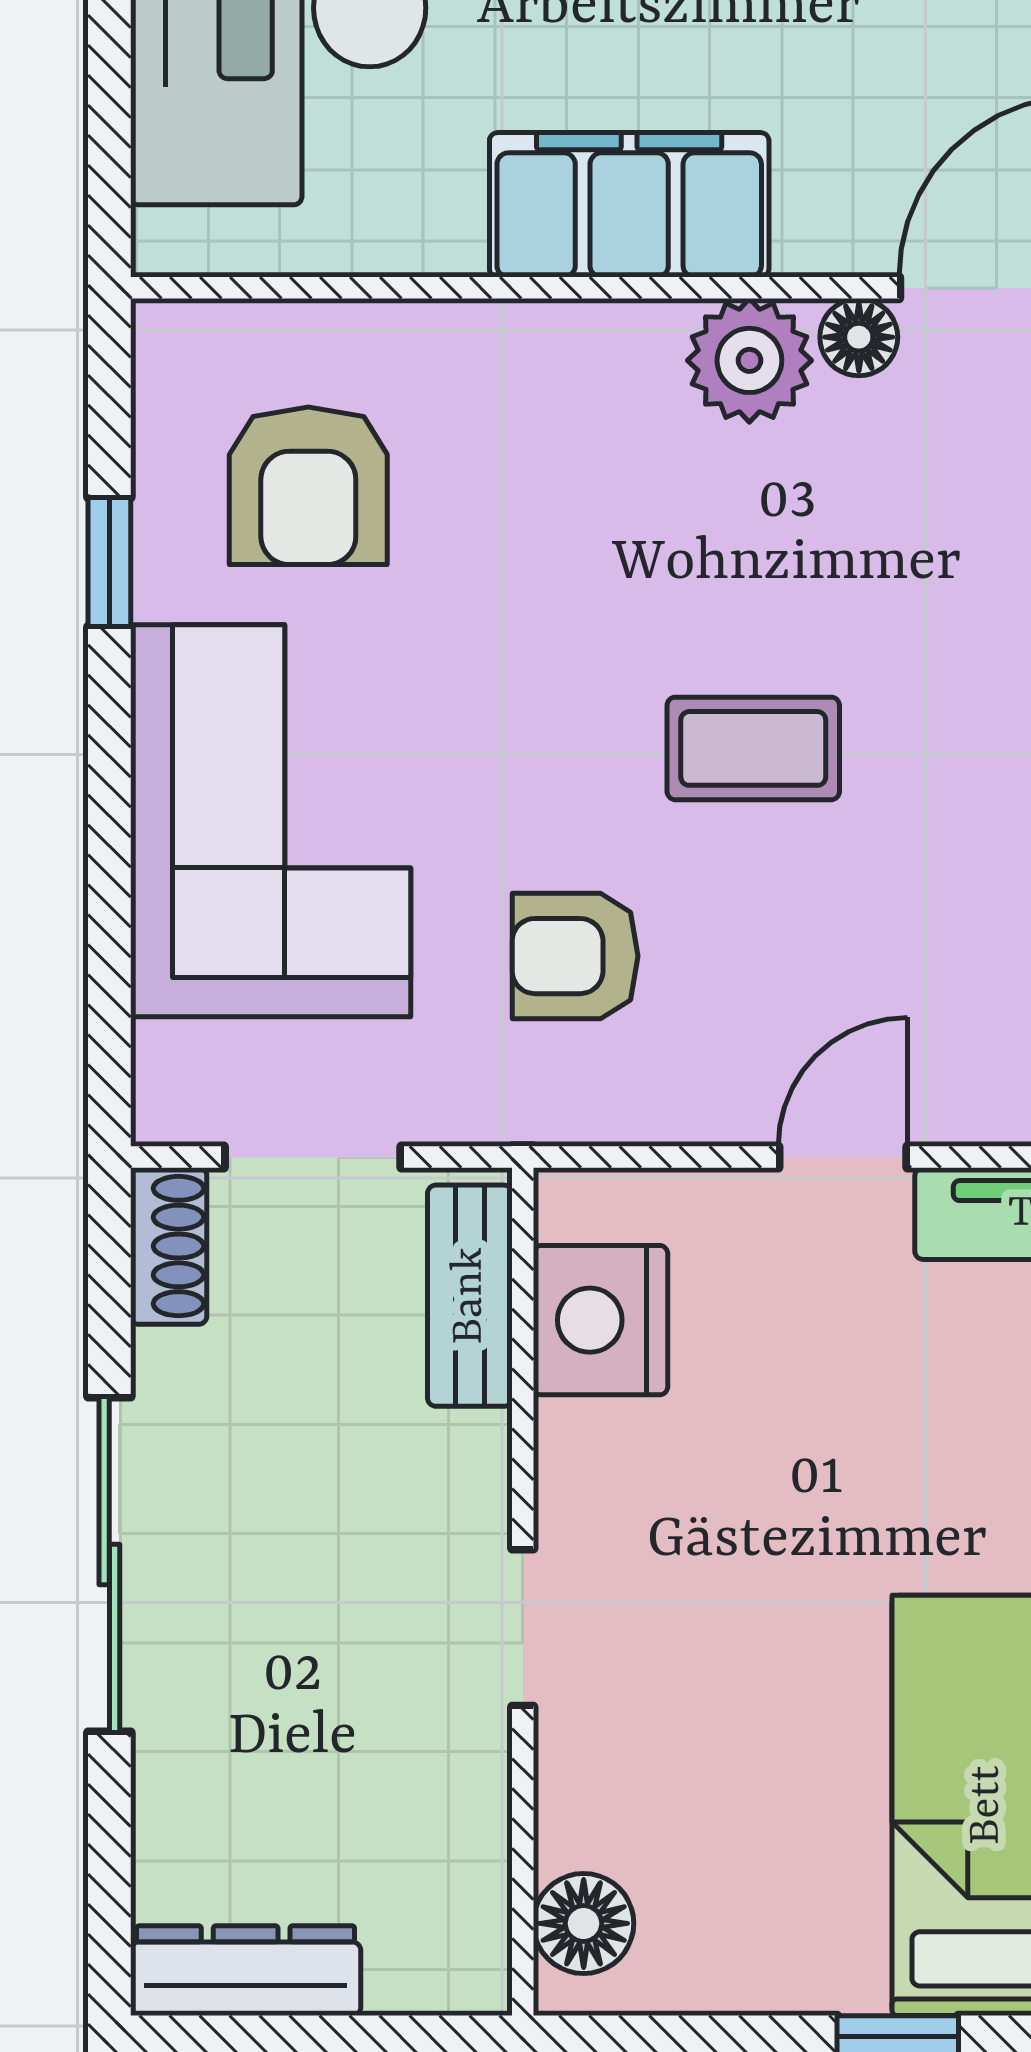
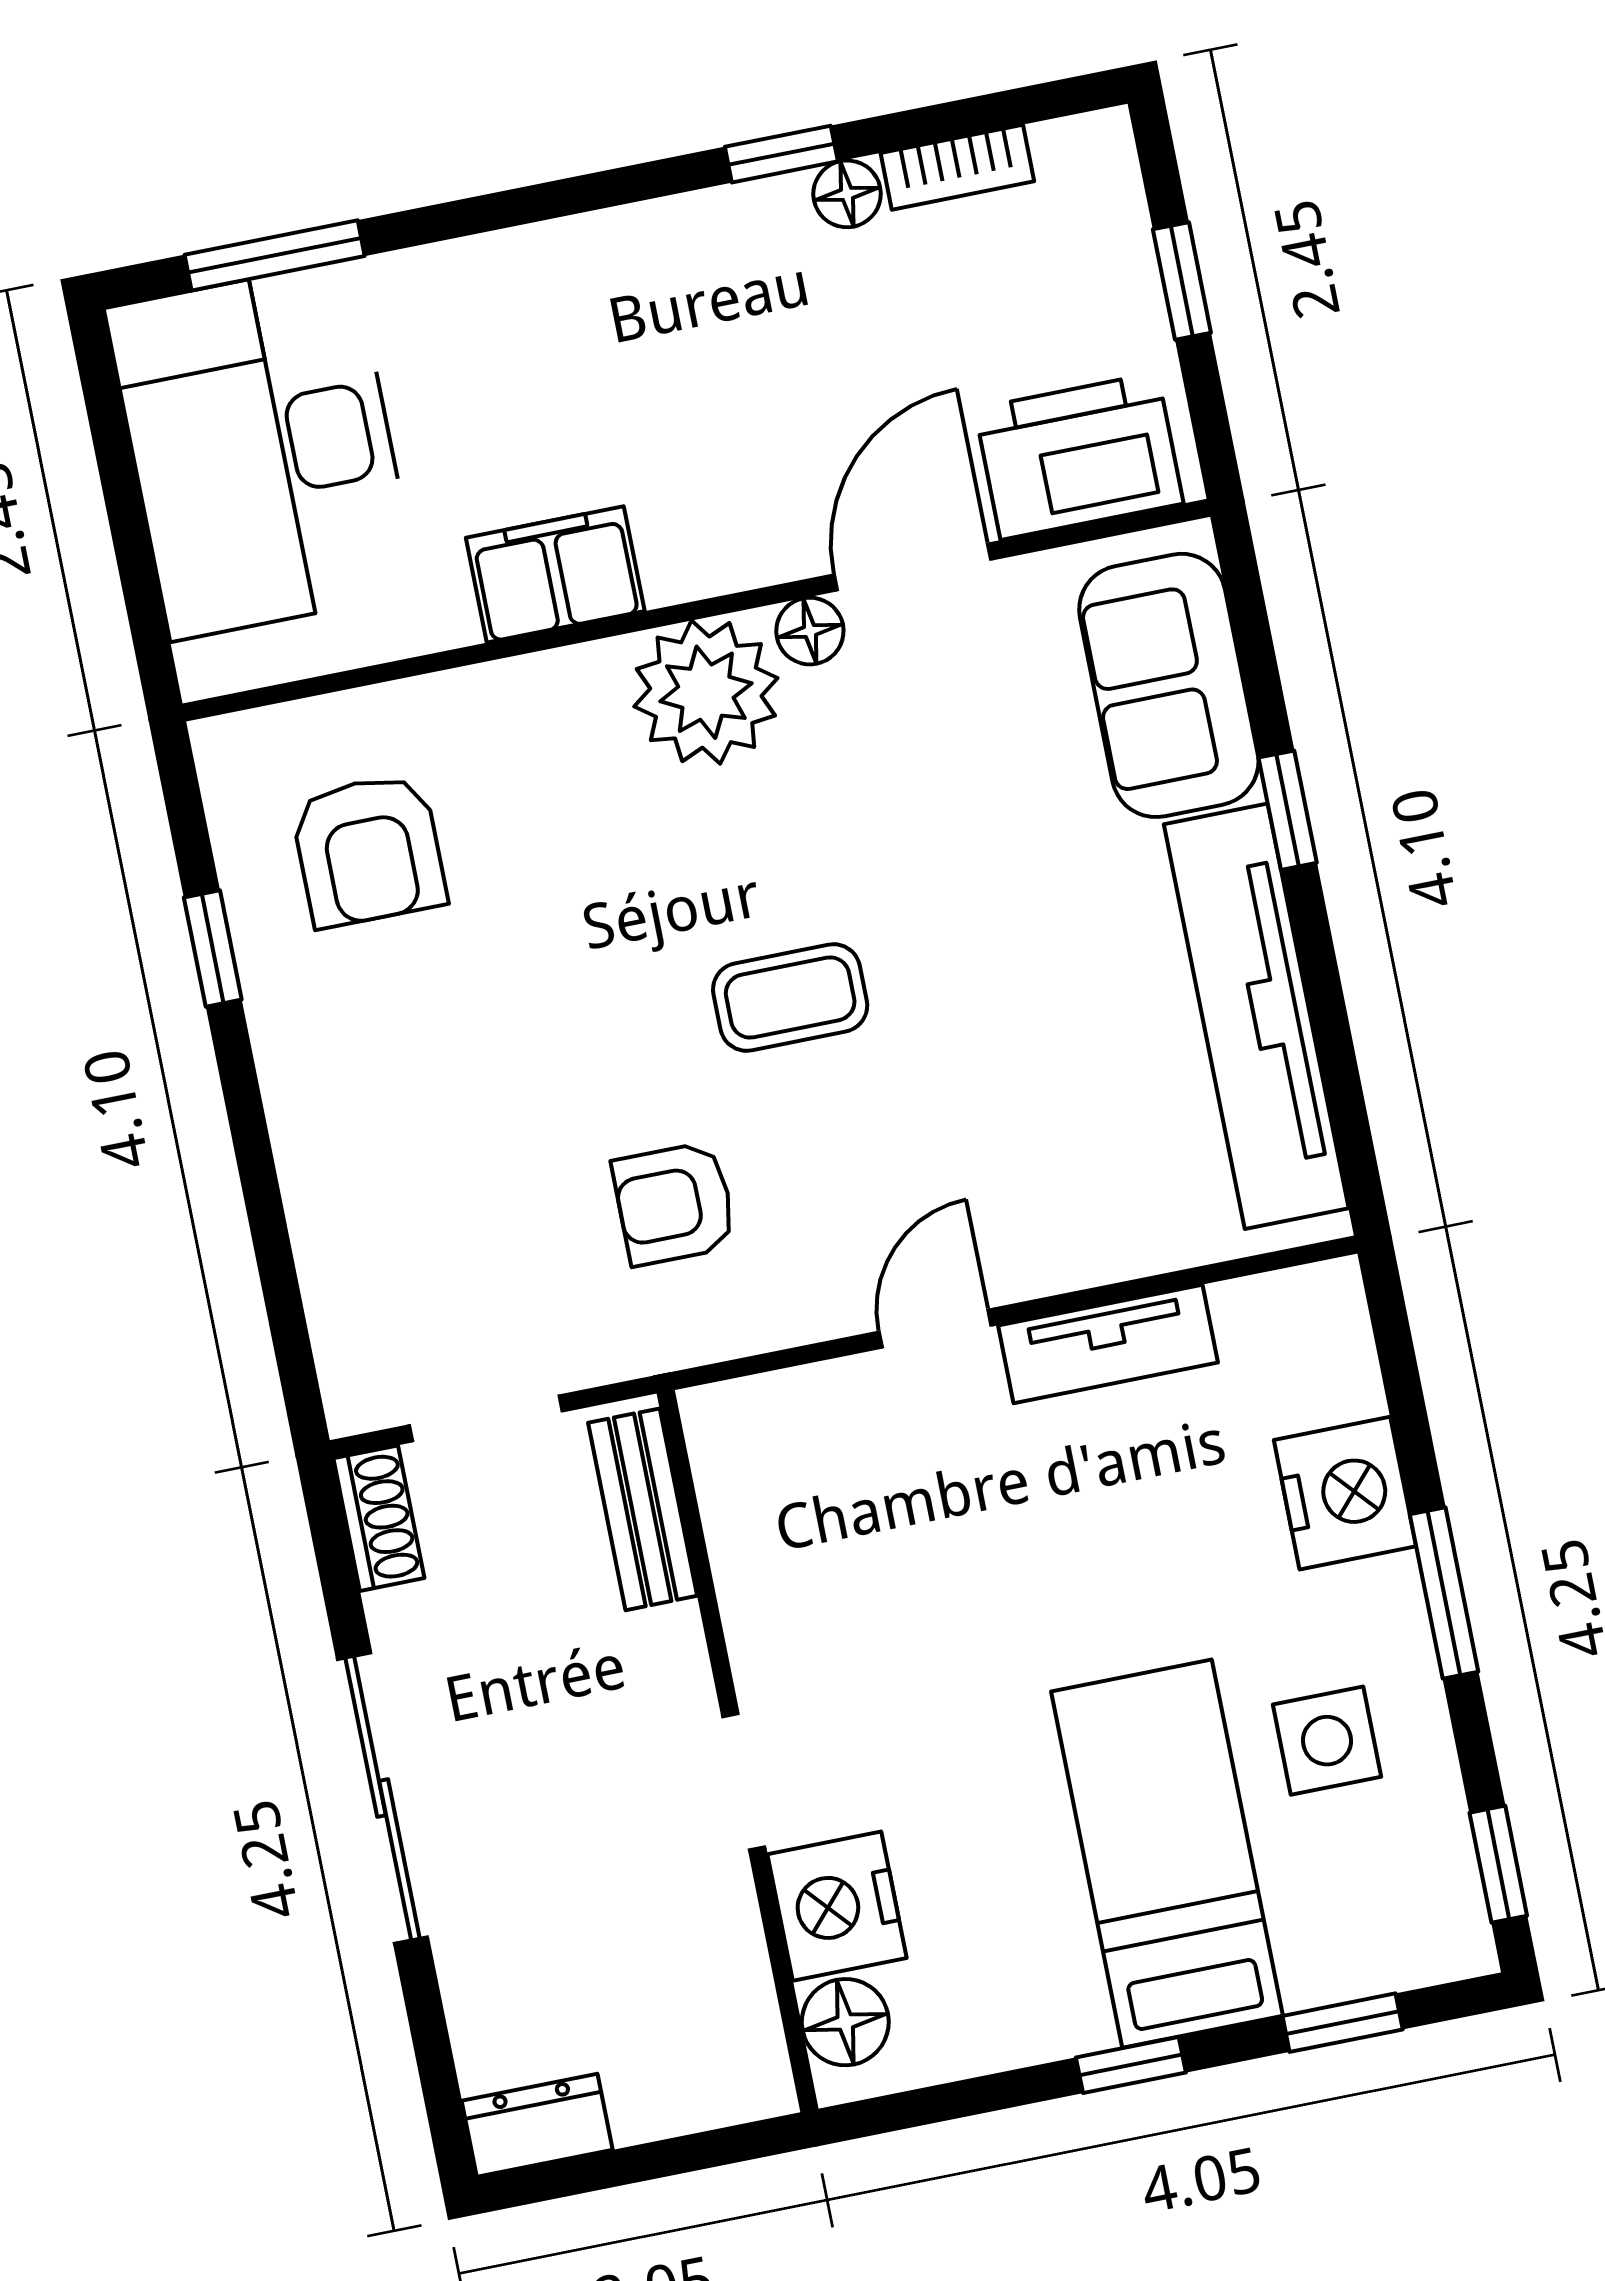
filing cabinet: (629, 205) -> (555, 574), width x0.67, depth x0.86
plant: (749, 360) -> (706, 692), width x1.36, depth x1.36
corner sofa: (271, 821) -> (393, 1140), removed
nightstand: (601, 1320) -> (837, 1906), moved
dresser: (246, 1971) -> (537, 2125), width x0.70

